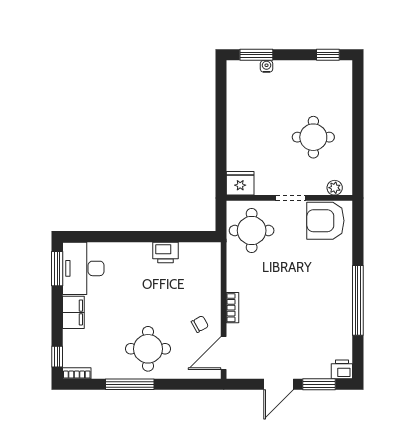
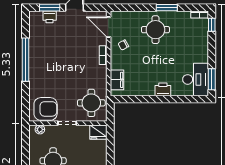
printer: (165, 253) -> (163, 89), moved
filing cabinet: (73, 312) -> (117, 80), moved, turned 180
door: (224, 353) -> (109, 27), swing flipped
printer: (342, 369) -> (50, 17), moved
window: (130, 384) -> (167, 8), width x0.69

